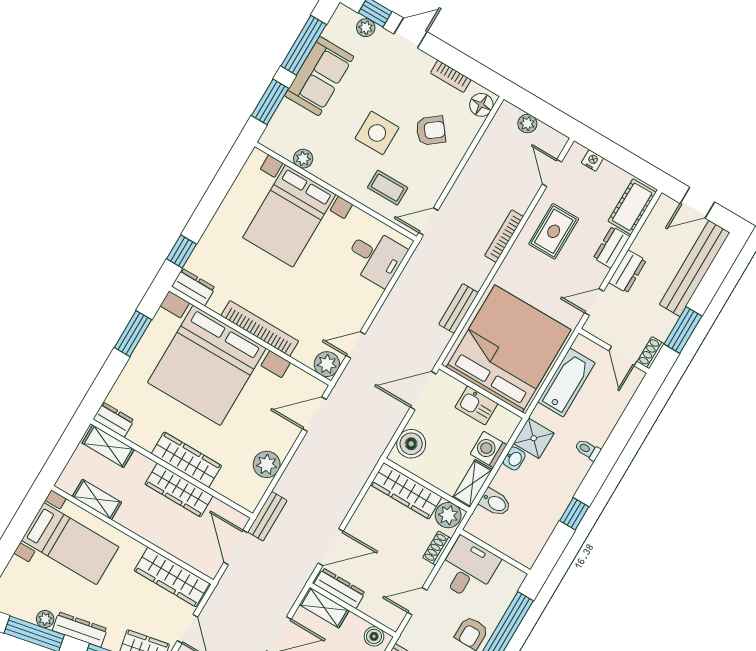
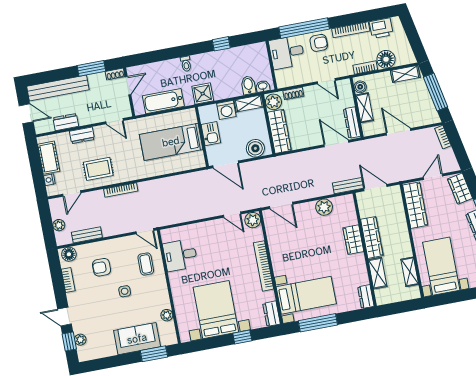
window: (304, 45) -> (114, 361), removed
sofa: (319, 76) -> (137, 339), moved
armchair: (431, 130) -> (102, 267), turned -52
side table: (377, 133) -> (125, 291), width x0.54, depth x0.54
cot: (632, 207) -> (49, 158), moved, turned 90
bed with nightstands: (289, 216) -> (216, 310), moved, turned -90
window: (182, 251) -> (242, 337), moved
desk: (376, 257) -> (180, 255), moved, turned -90
dresser: (627, 271) -> (66, 122), moved
bench: (459, 308) -> (87, 235), moved
window: (133, 334) -> (318, 323), width x1.44
bed: (509, 348) -> (171, 142), width x0.49
bed with nightstands: (207, 365) -> (306, 295), width x0.54
shelving: (108, 446) -> (378, 273), moved
washbasin: (514, 458) -> (263, 86), moved
wardrobe: (186, 460) -> (353, 240), width x0.67
door: (236, 548) -> (375, 188), swing flipped
desk: (468, 569) -> (287, 52), moved
shelving: (324, 608) -> (365, 108), moved

